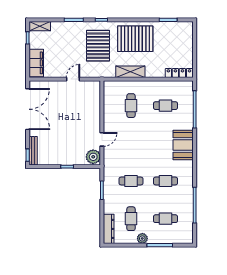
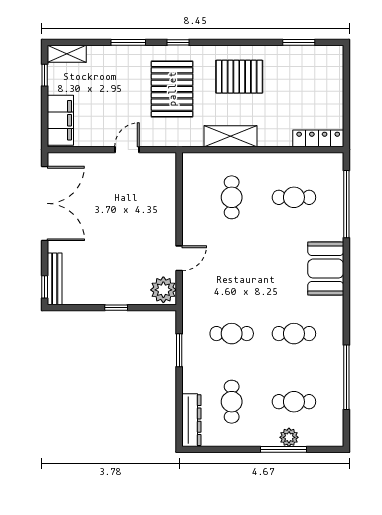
pallet: (135, 39) -> (239, 77), width x0.73, depth x0.71
plant: (142, 238) -> (289, 437), moved

